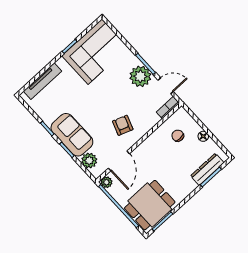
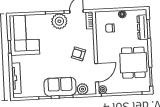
door: (119, 161) -> (97, 73), hinge flipped
dining table: (150, 205) -> (133, 63), moved

